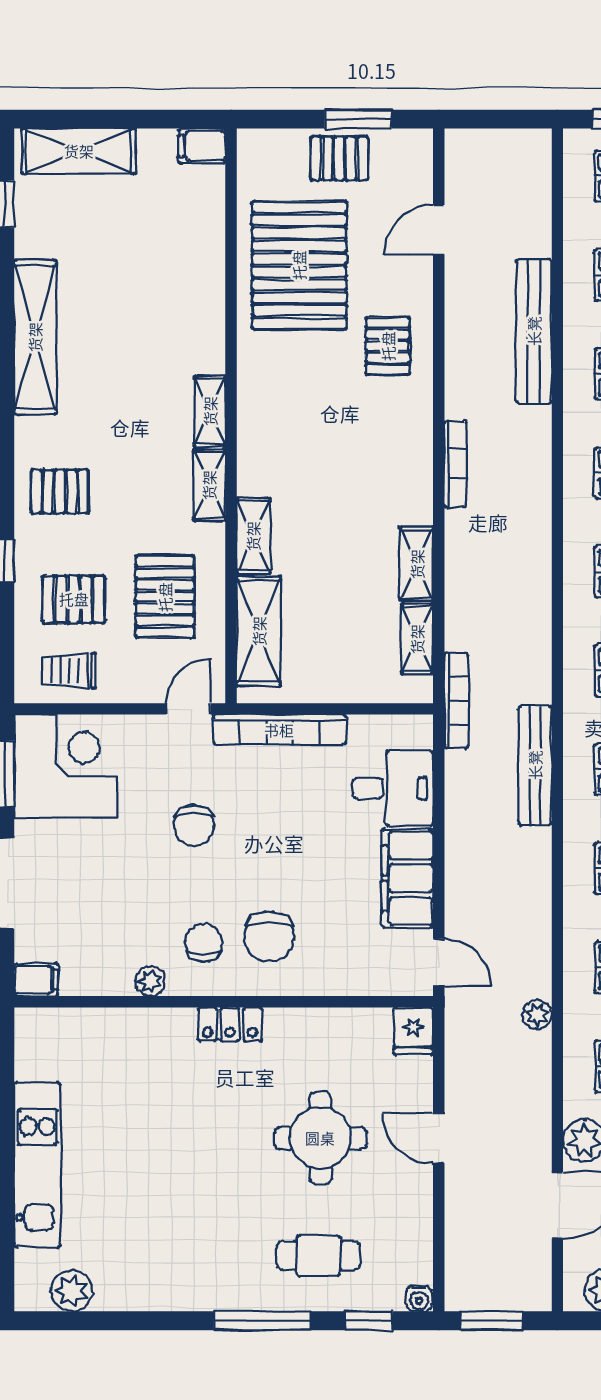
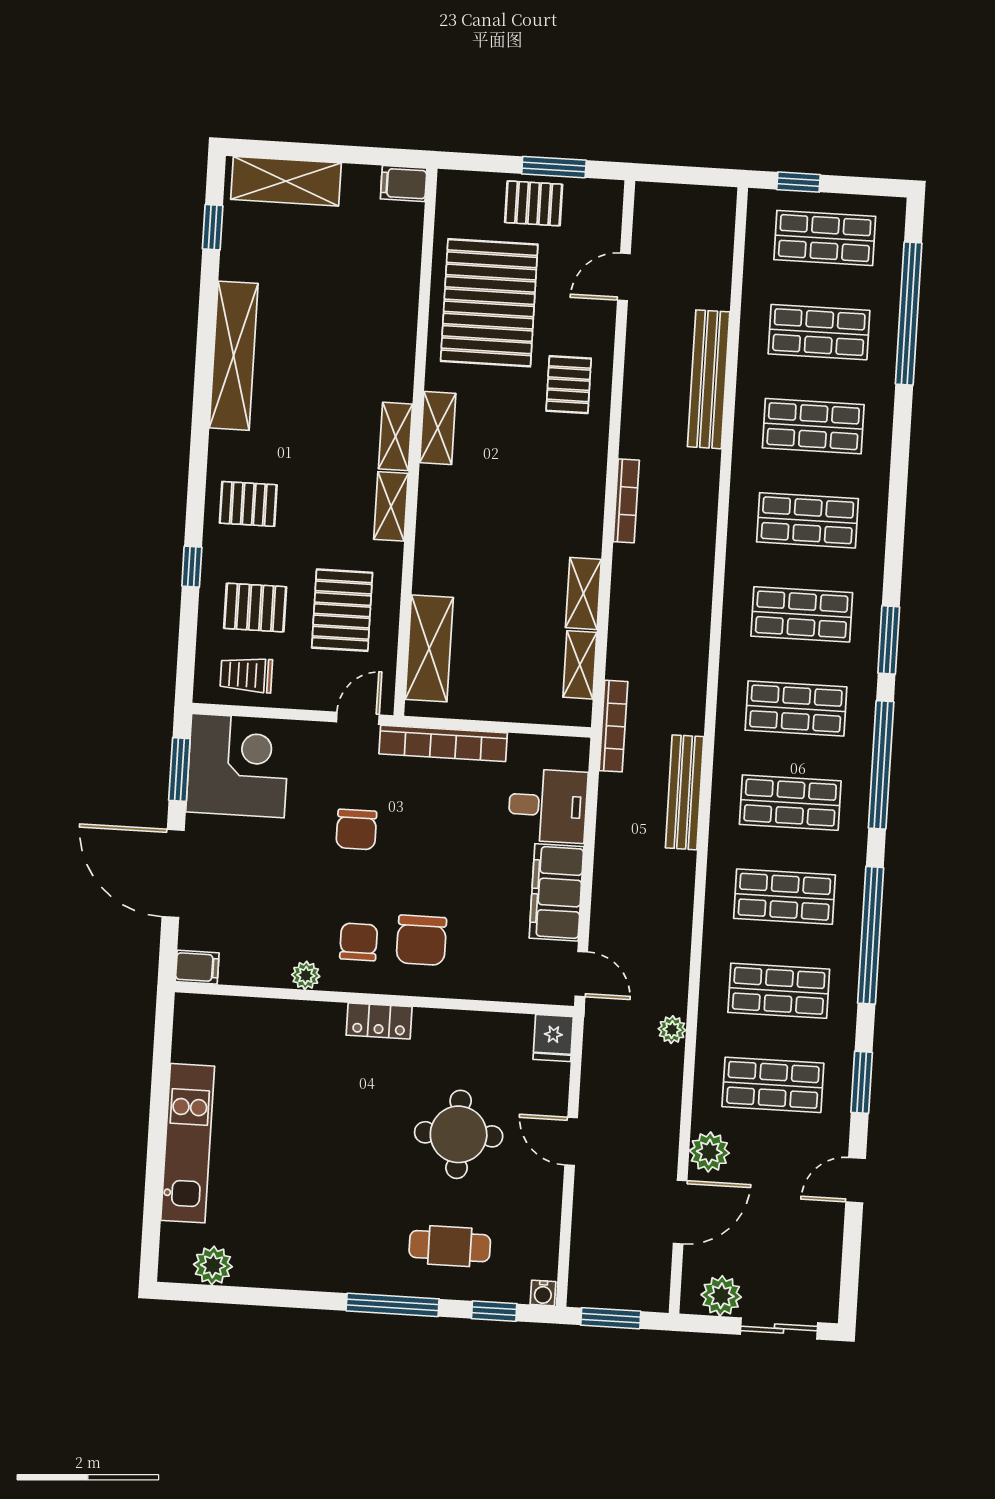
shelving: (253, 536) -> (438, 428), moved

